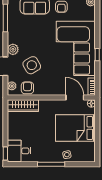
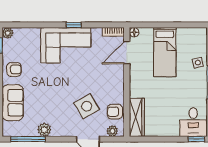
corner sofa: (76, 48) -> (66, 45), width x0.73, depth x0.74
plant: (13, 49) -> (44, 130), moved
bed: (75, 128) -> (165, 52), width x0.67

